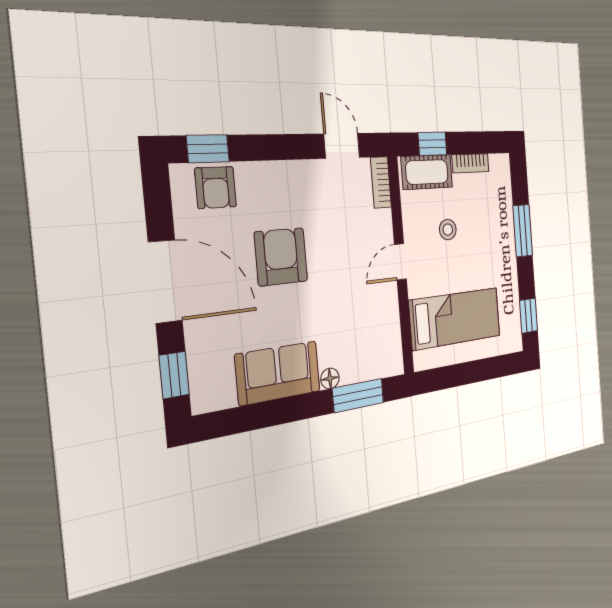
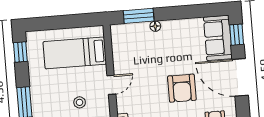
sofa: (278, 373) -> (218, 38), moved, turned 90

